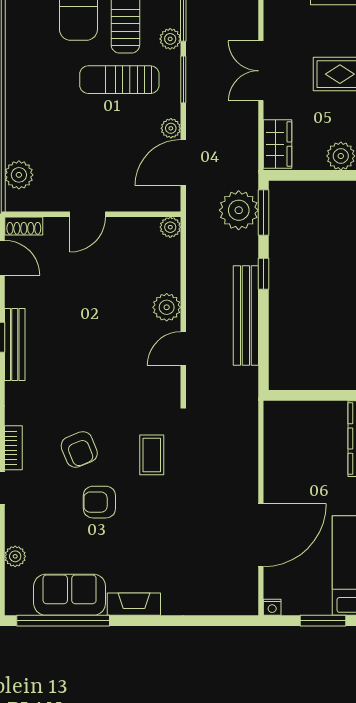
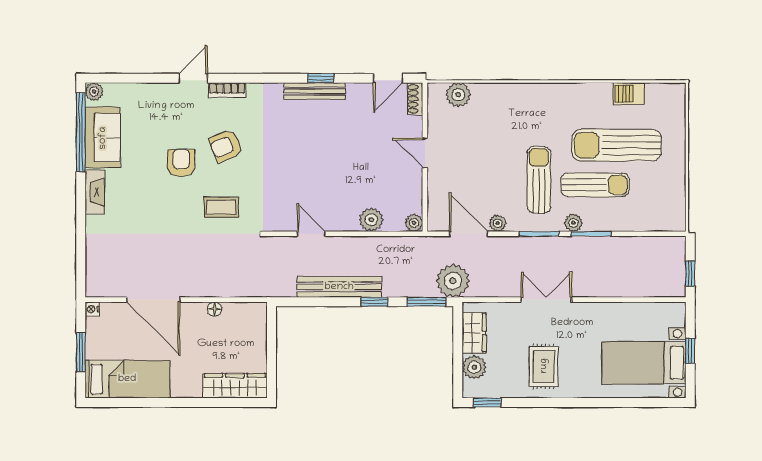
wardrobe: (278, 144) -> (474, 333), moved, turned -90
plant: (239, 210) -> (453, 281), moved
plant: (167, 307) -> (371, 220), moved
floor lamp: (272, 463) -> (214, 309), added
plant: (15, 556) -> (94, 92), moved

